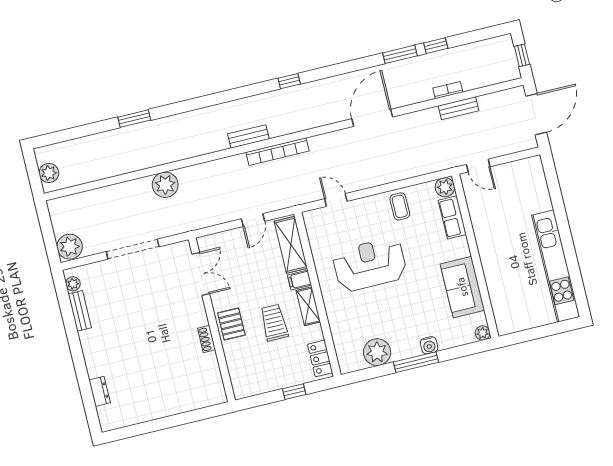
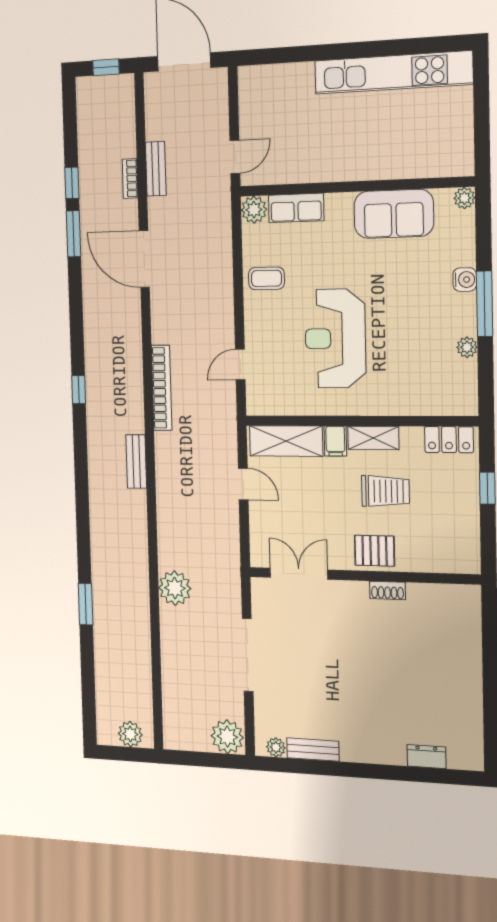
door: (372, 118) -> (144, 259), moved
bookcase: (278, 152) -> (162, 388), moved
trolley: (274, 323) -> (385, 491), turned 180
plant: (377, 352) -> (467, 347), width x0.53, depth x0.53

